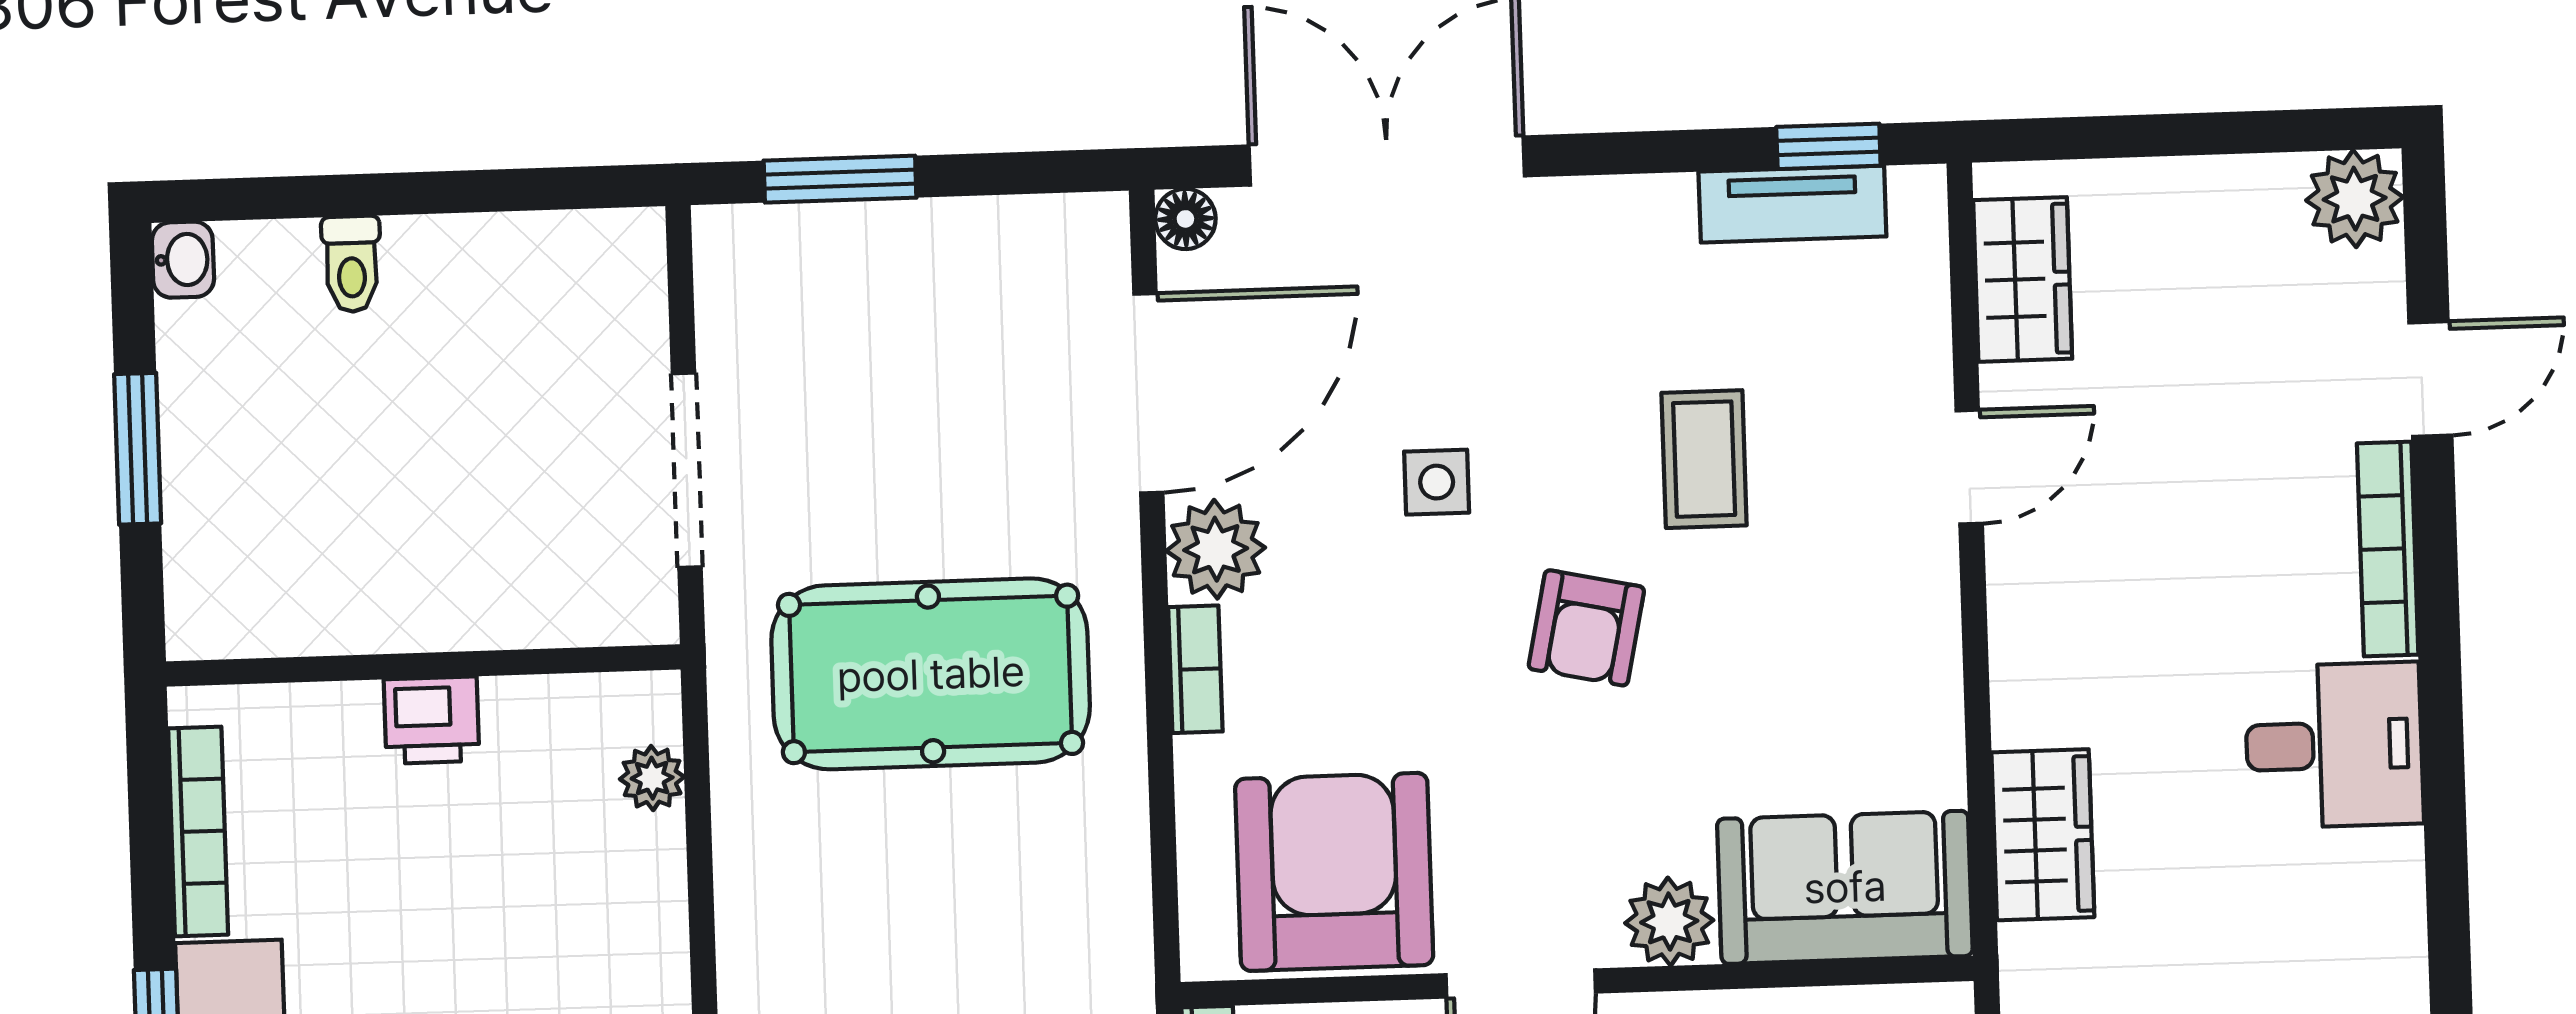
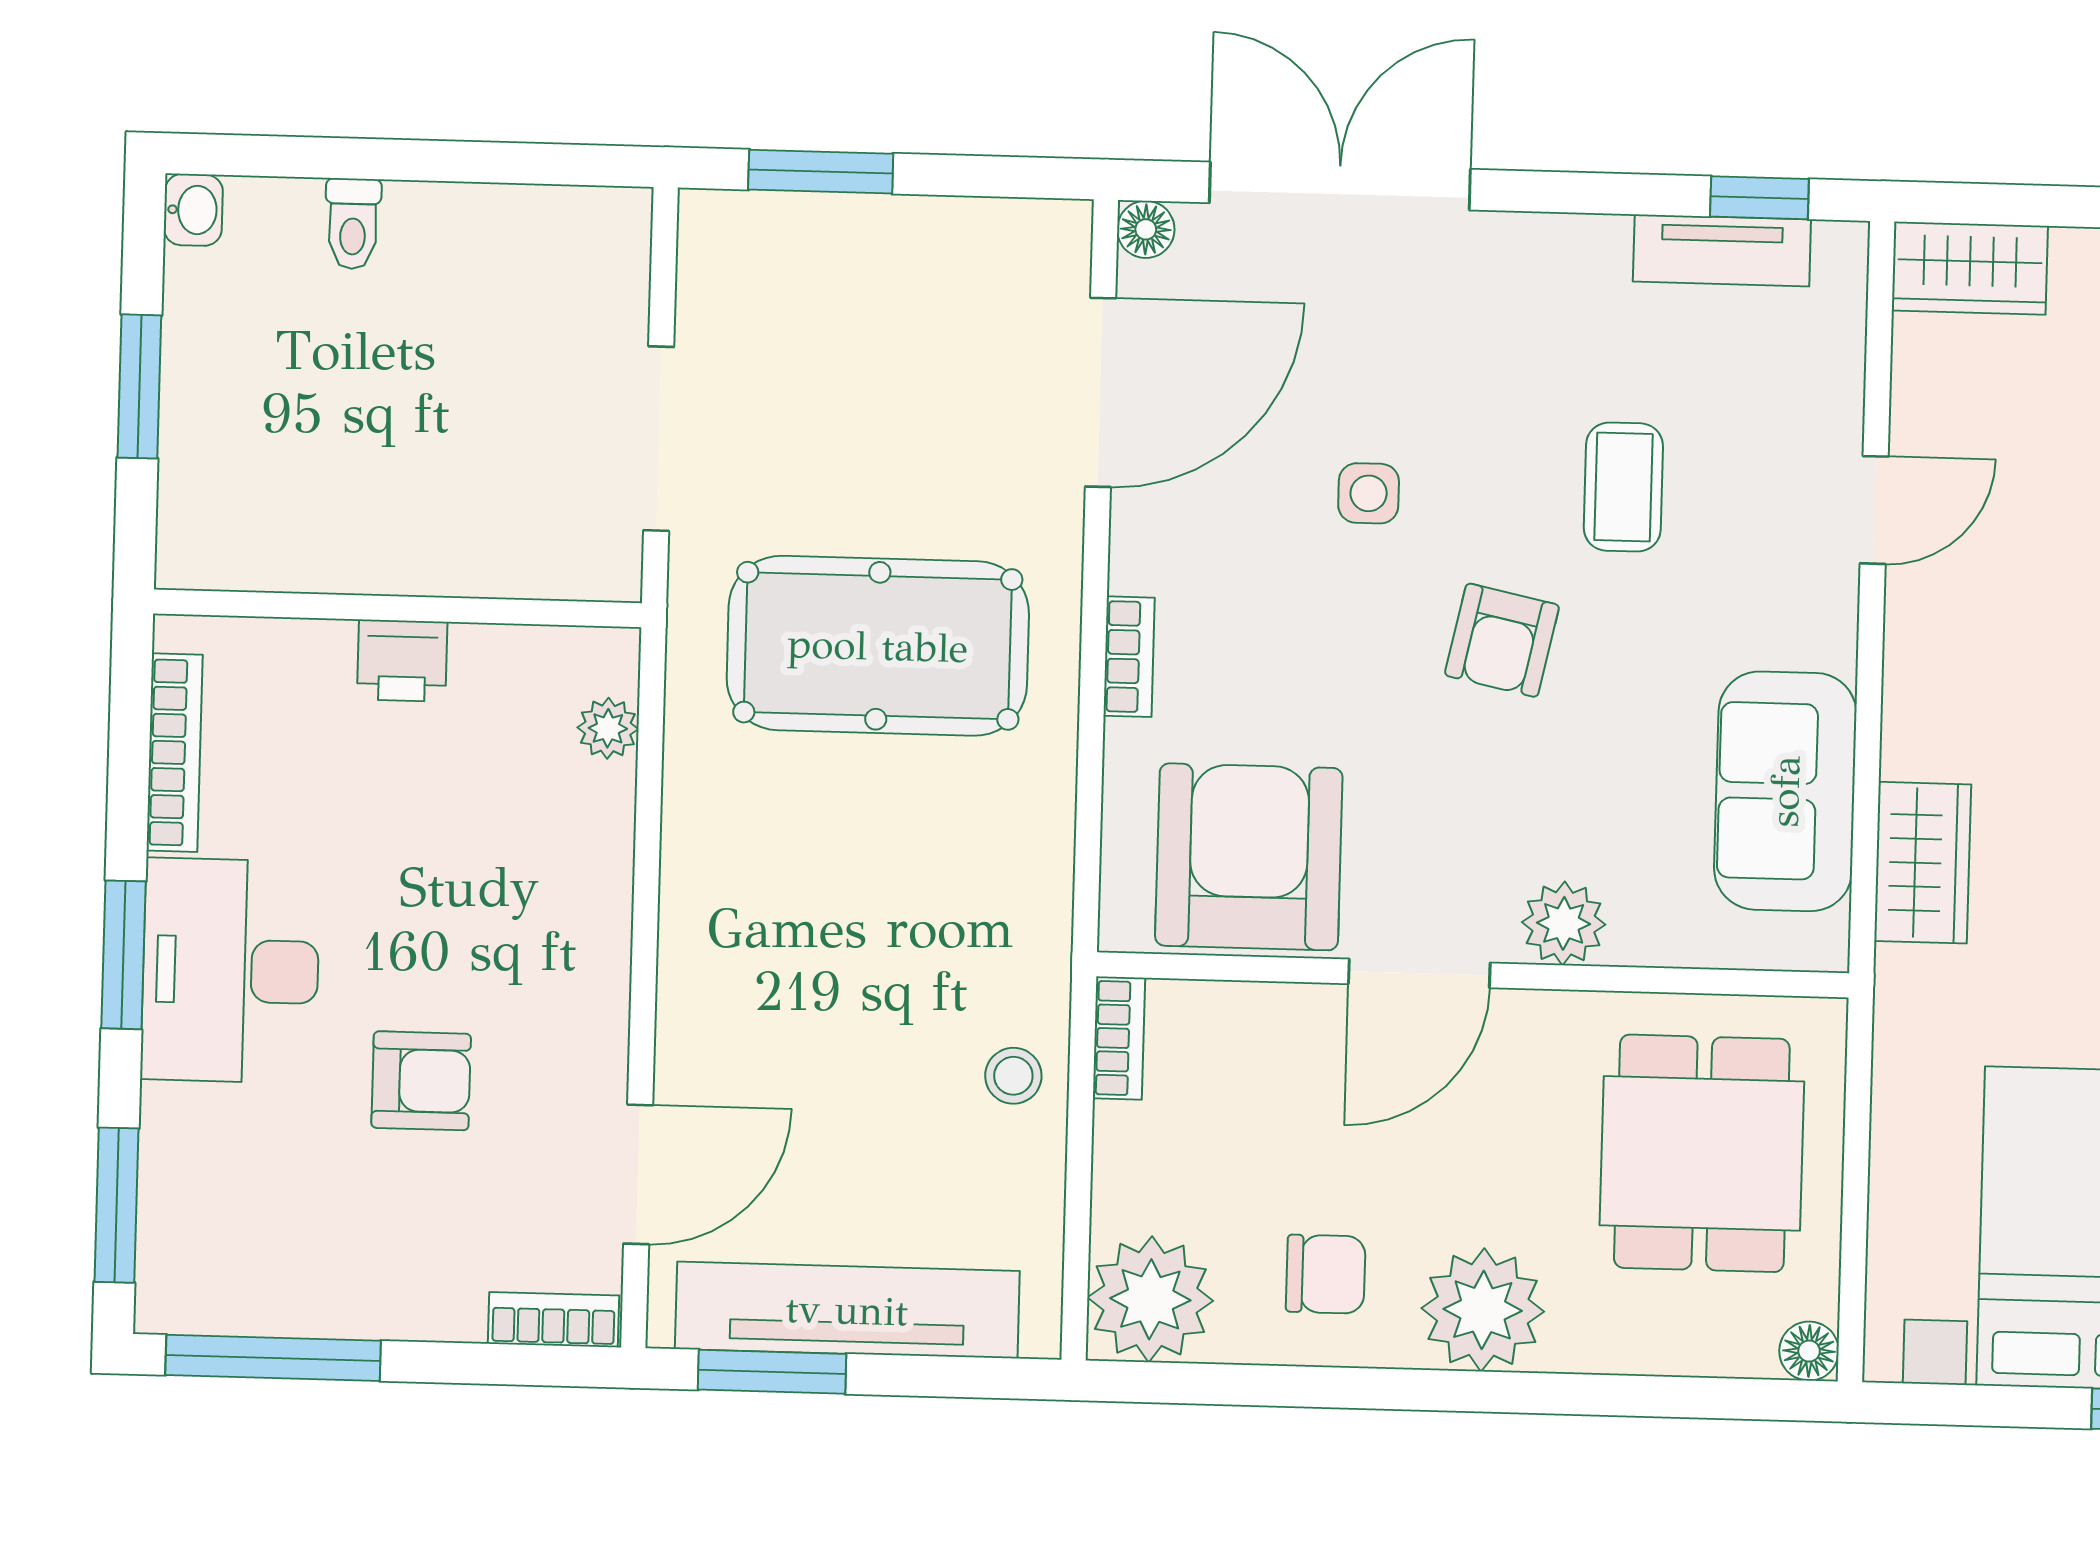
wardrobe: (2023, 279) -> (1970, 268), moved, turned 90
plant: (1216, 549) -> (1155, 544), removed
sofa: (1845, 887) -> (1785, 791), moved, turned -90

